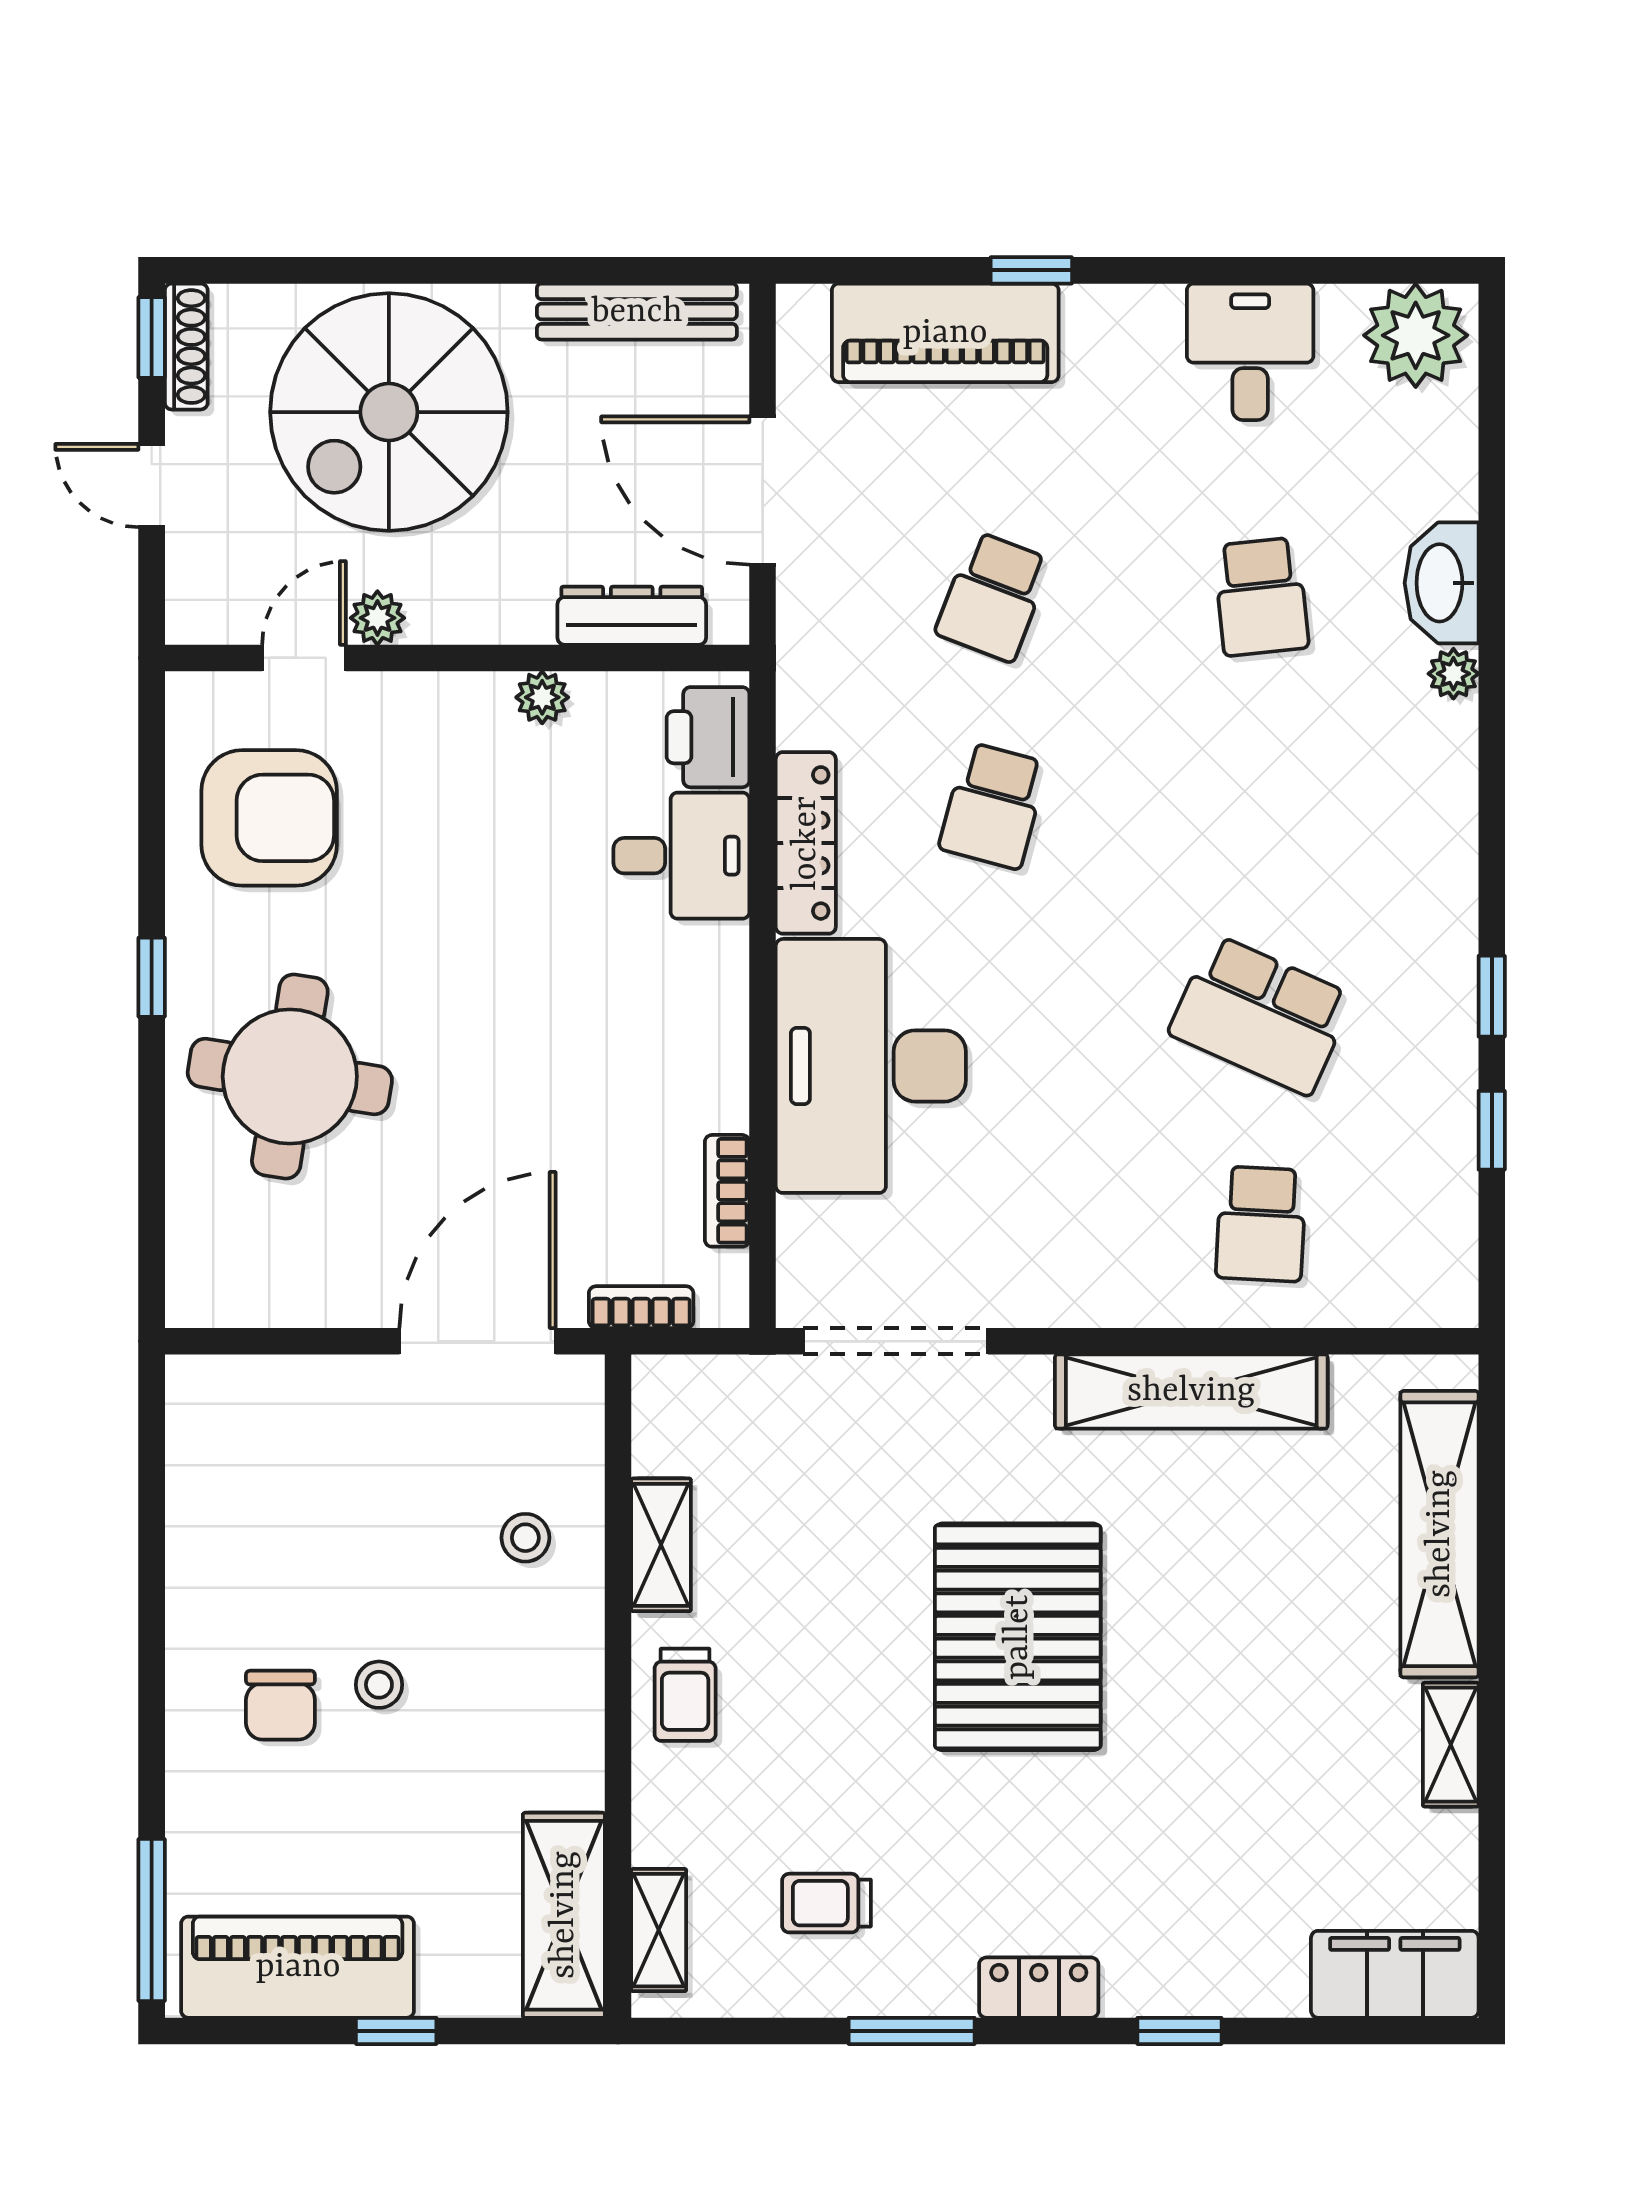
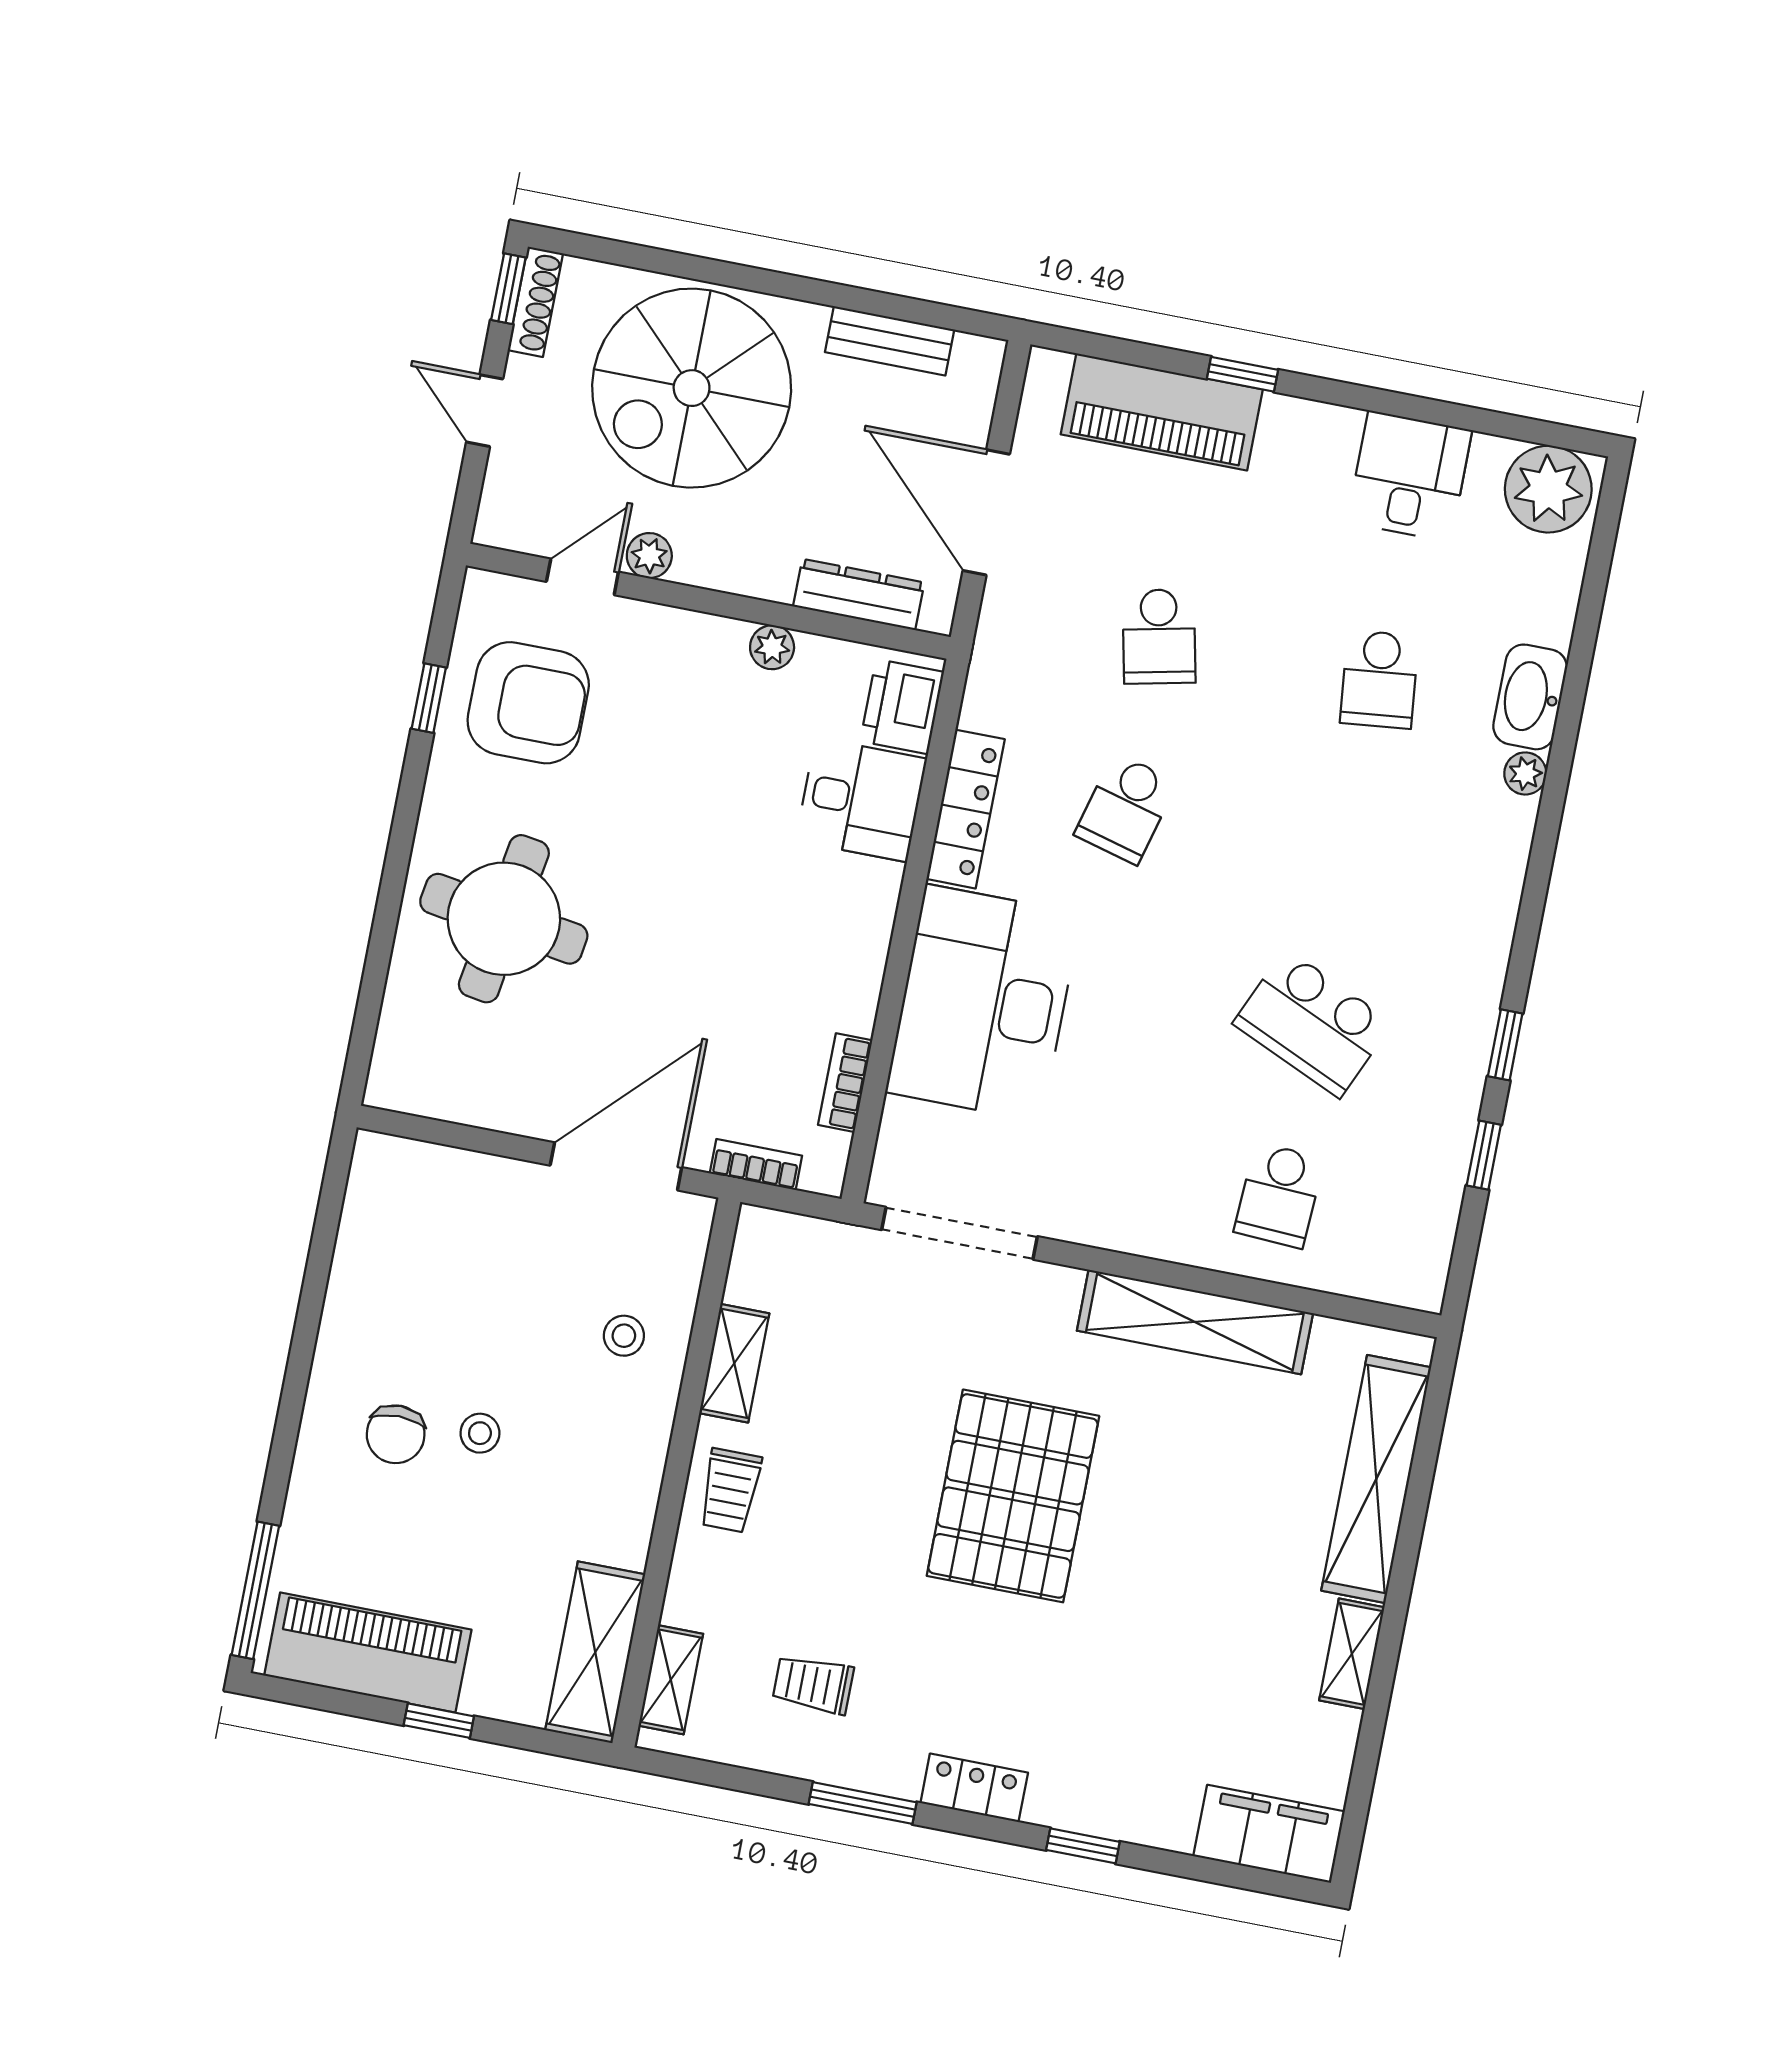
bench: (637, 312) -> (890, 341), width x0.73
school desk: (993, 597) -> (1159, 637), turned -33
window: (152, 977) -> (429, 698), moved

